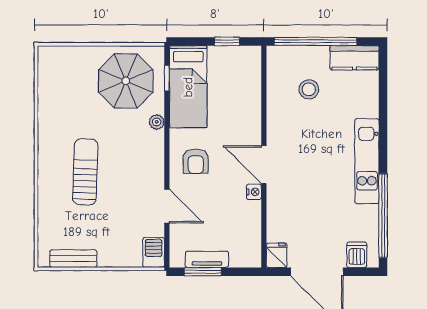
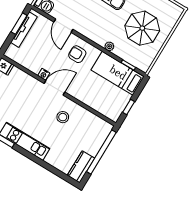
parasol: (126, 81) -> (142, 28), moved
stool: (309, 89) -> (63, 117), moved
door: (167, 206) -> (63, 26), hinge flipped
tv unit: (207, 259) -> (24, 30), width x1.41

